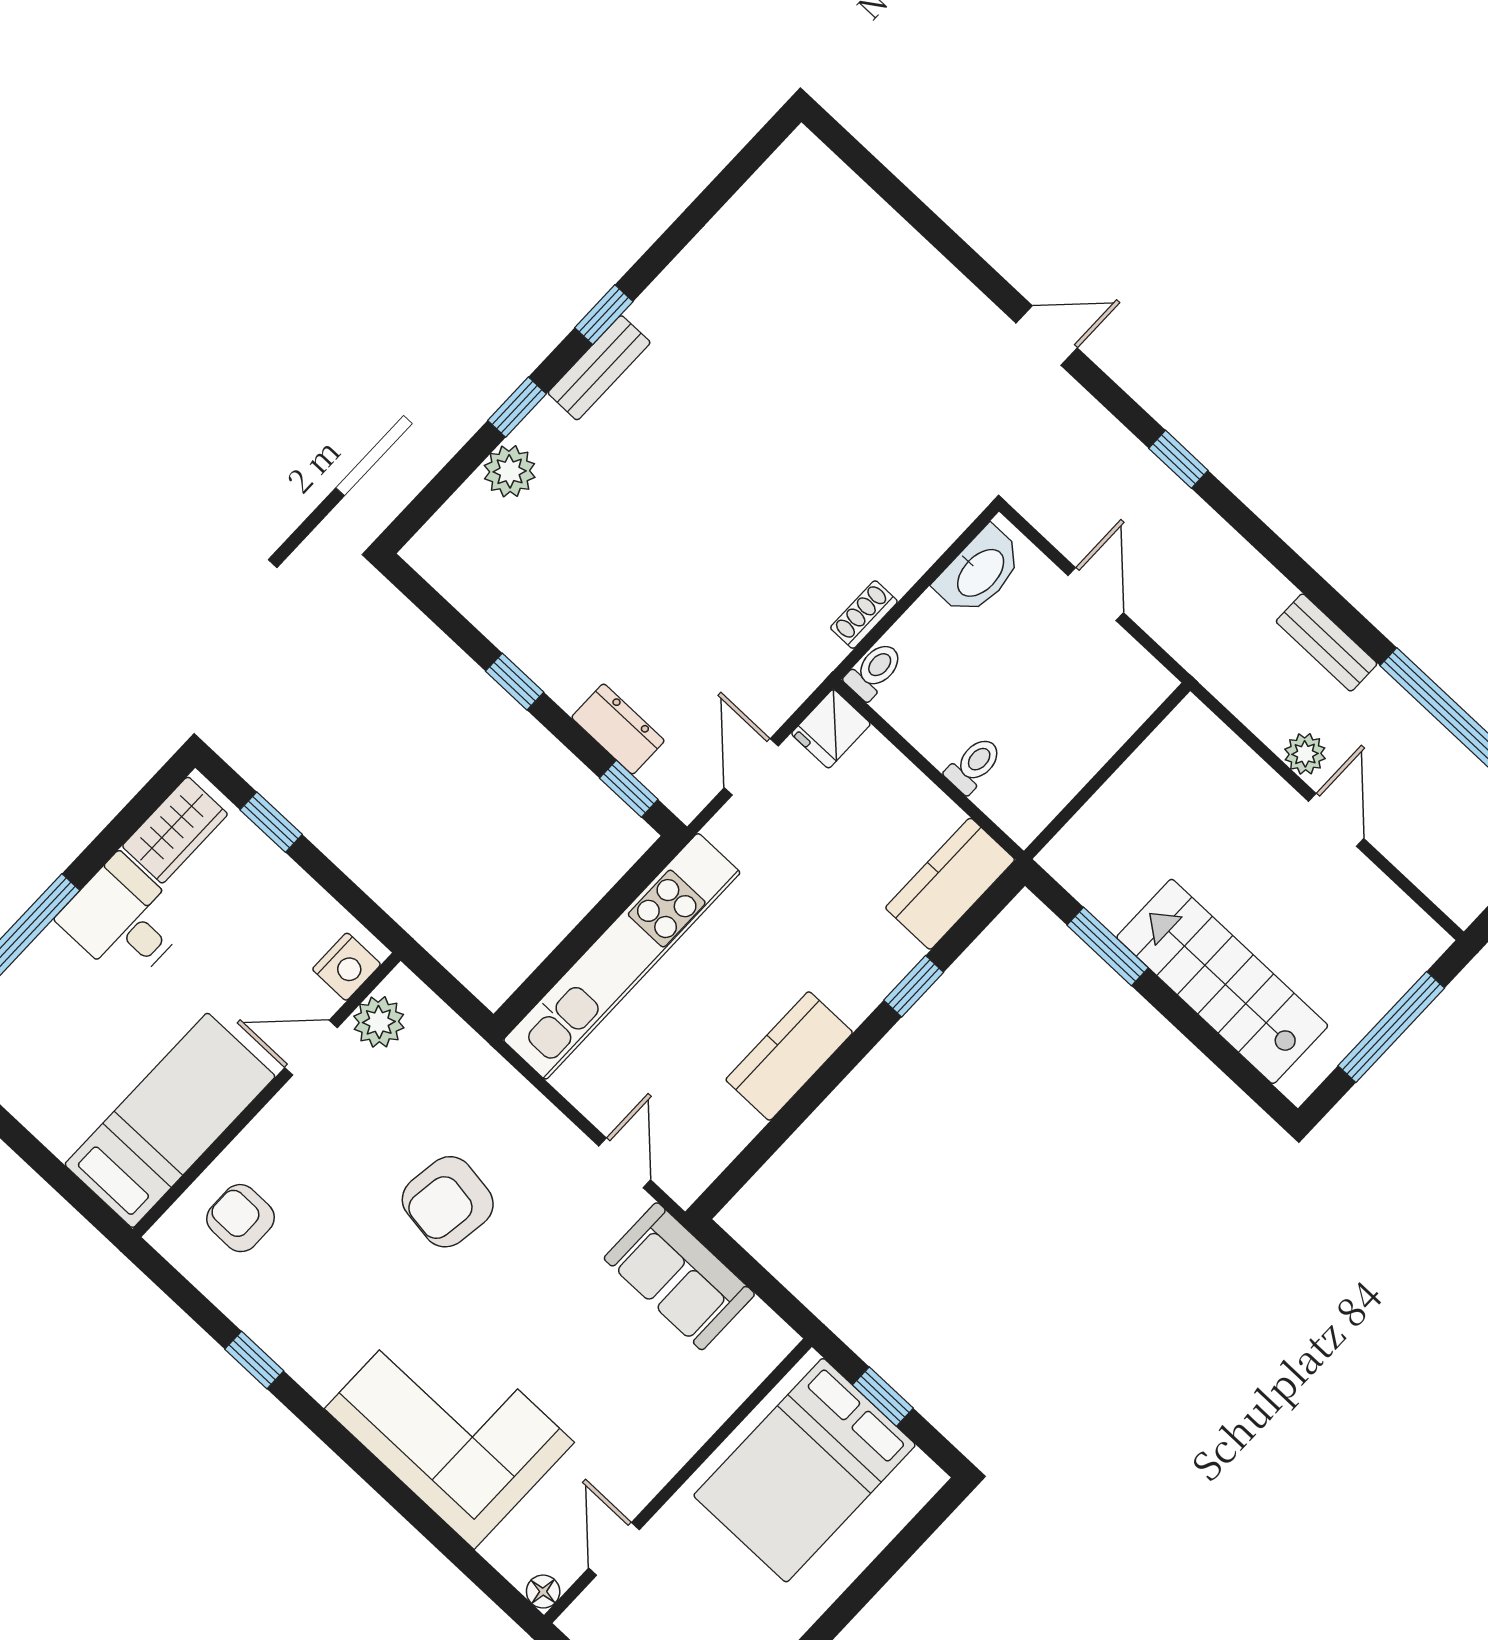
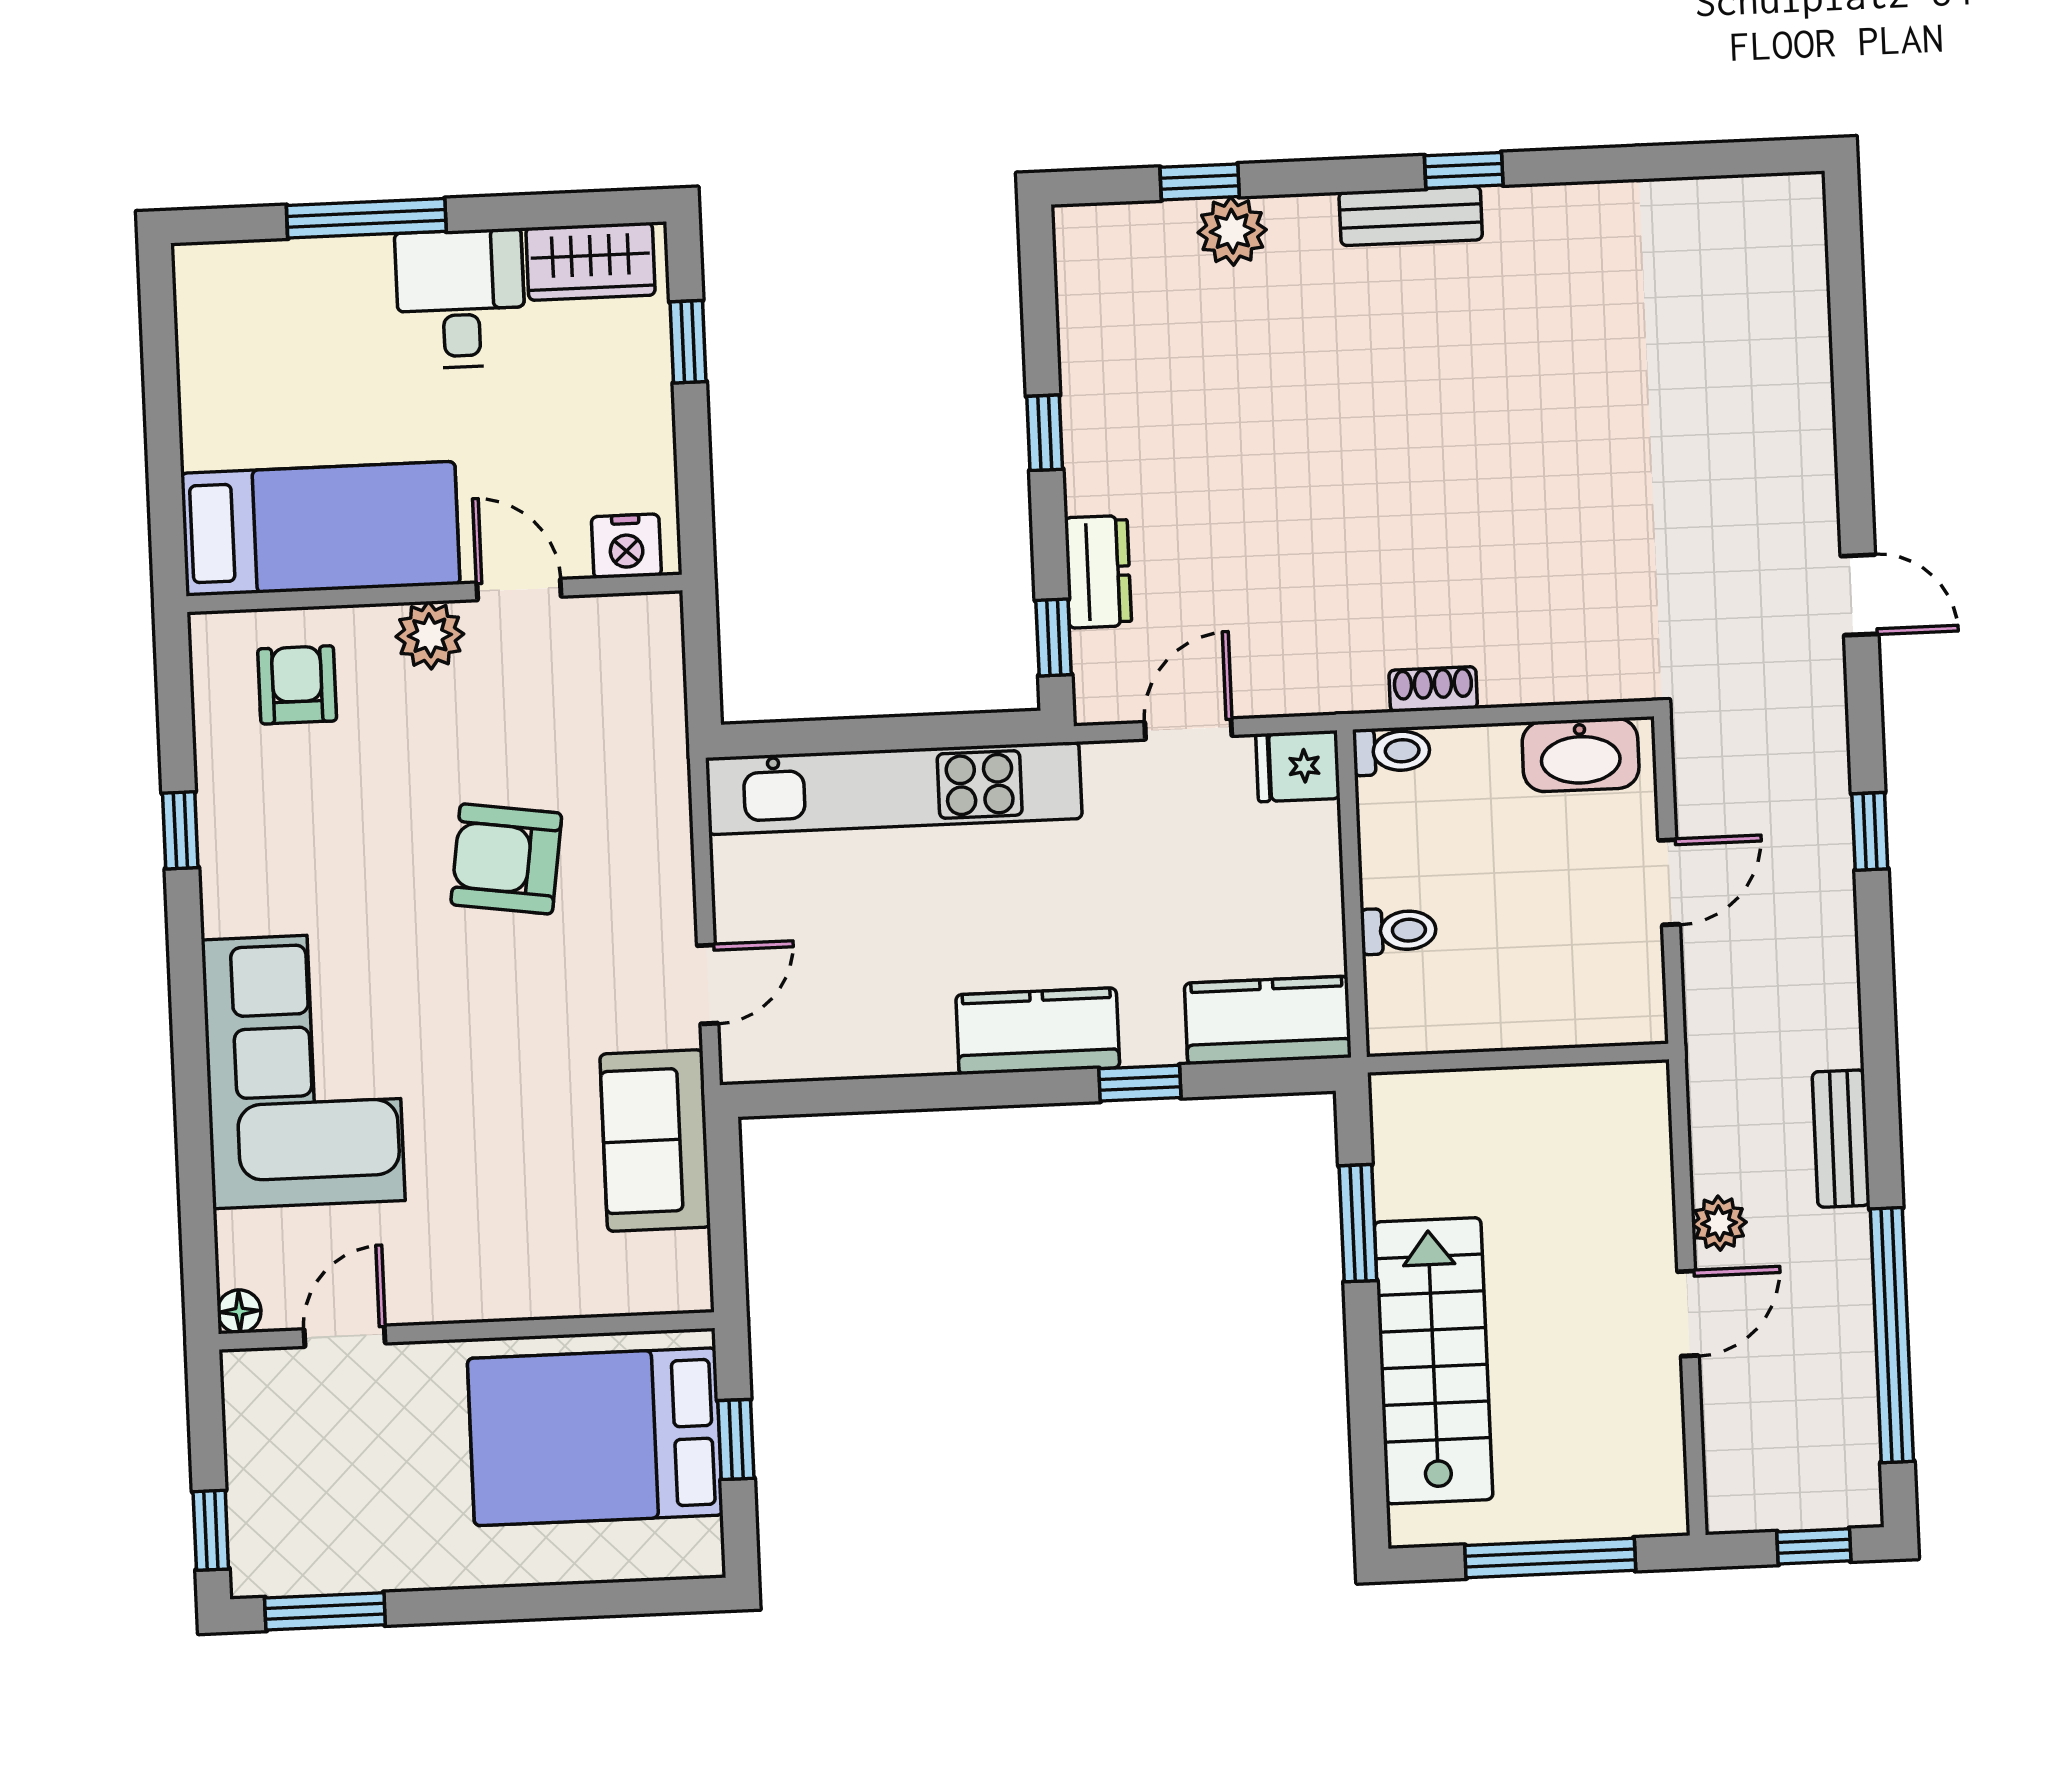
window: (517, 407) -> (1200, 182), moved
plant: (379, 1022) -> (430, 635), moved
kitchen counter: (789, 1056) -> (1038, 1031), moved

